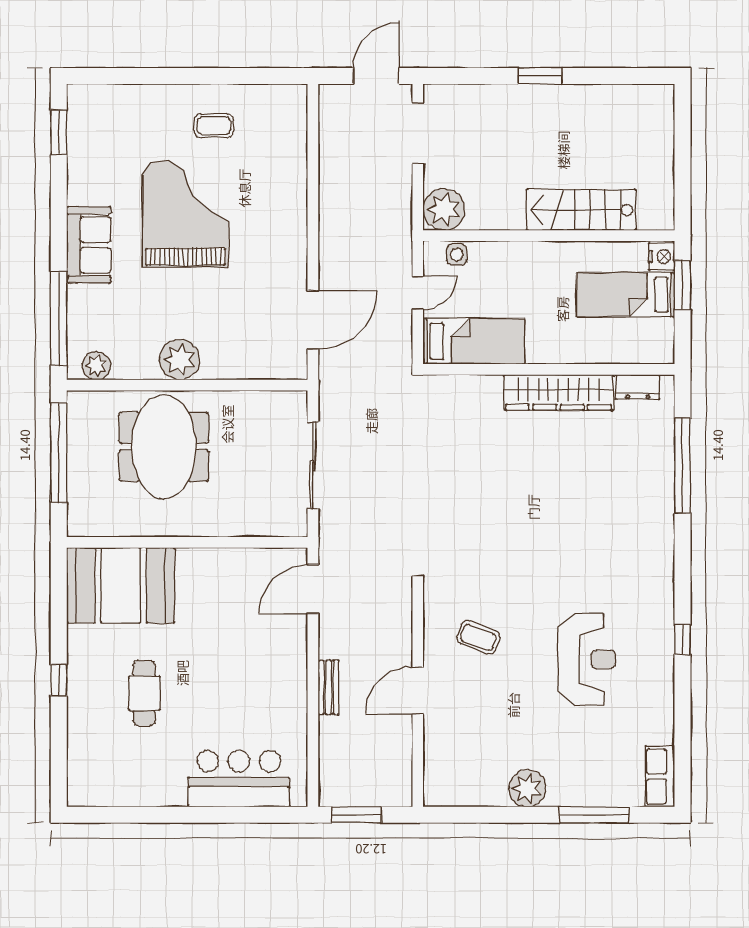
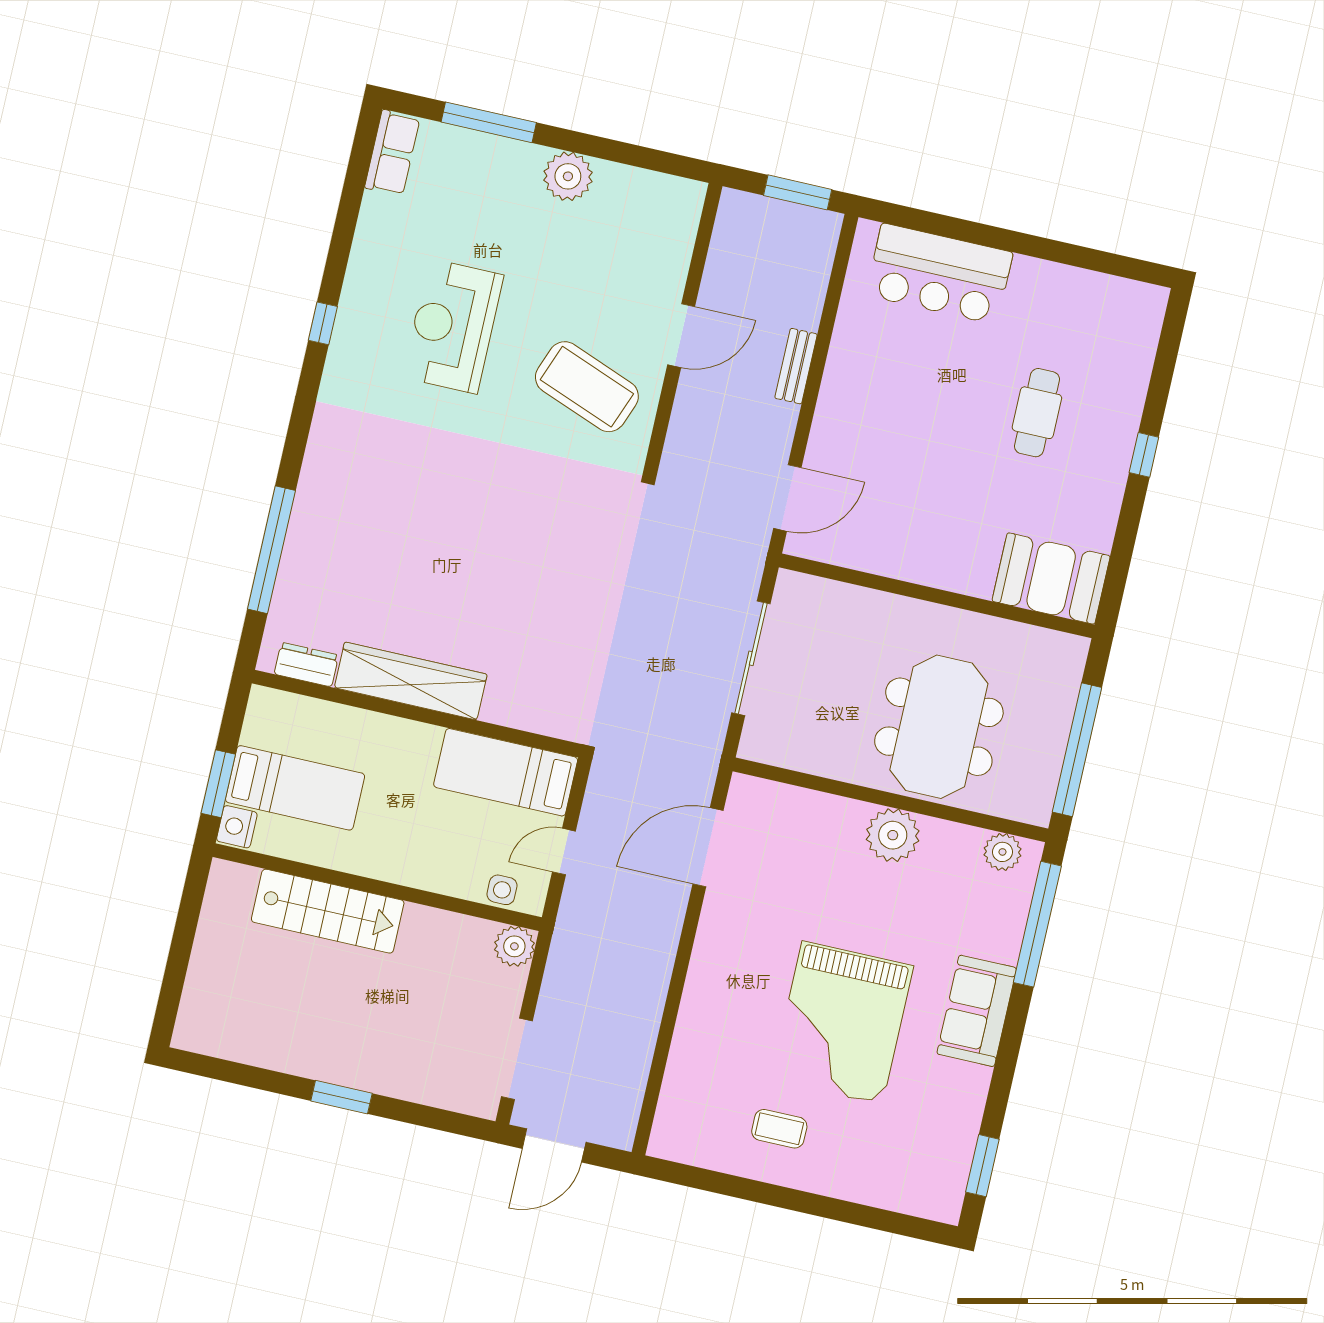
plant: (444, 210) -> (514, 946), width x0.73, depth x0.73
booth: (121, 585) -> (1051, 578), width x0.73, depth x0.70
coffee table: (478, 637) -> (587, 387), width x1.86, depth x1.72

